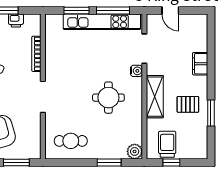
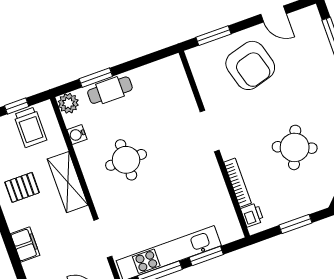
printer: (16, 20) -> (252, 215), moved, turned 90
water cooler: (136, 71) -> (77, 135), moved
cafe table: (71, 141) -> (110, 90), moved

